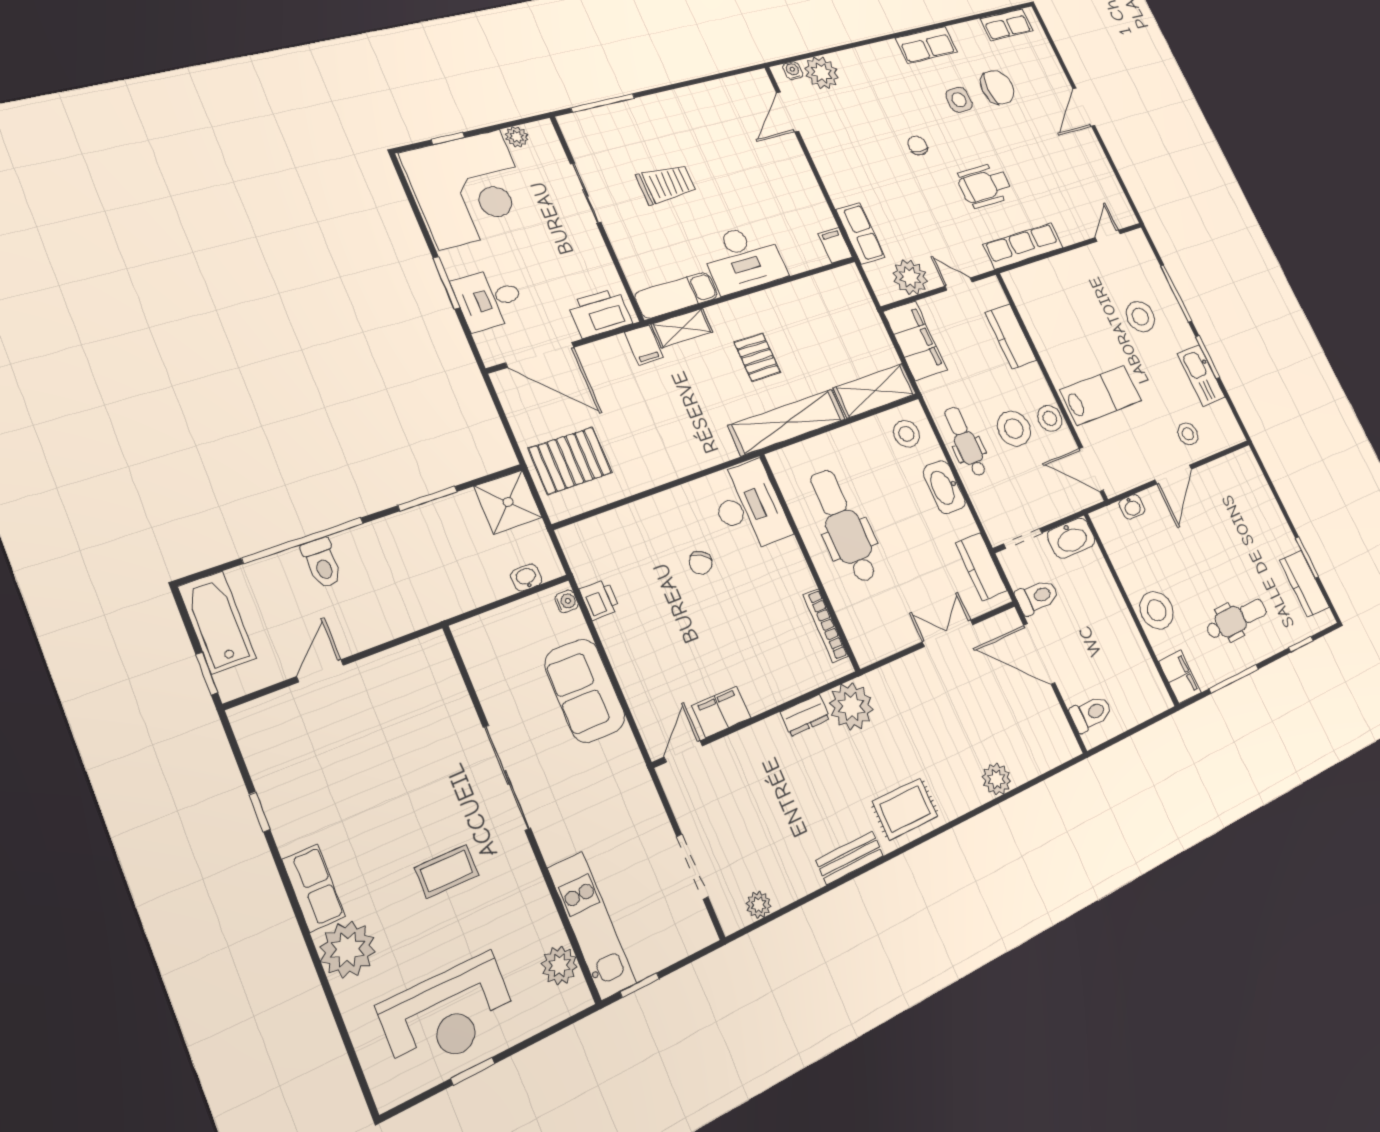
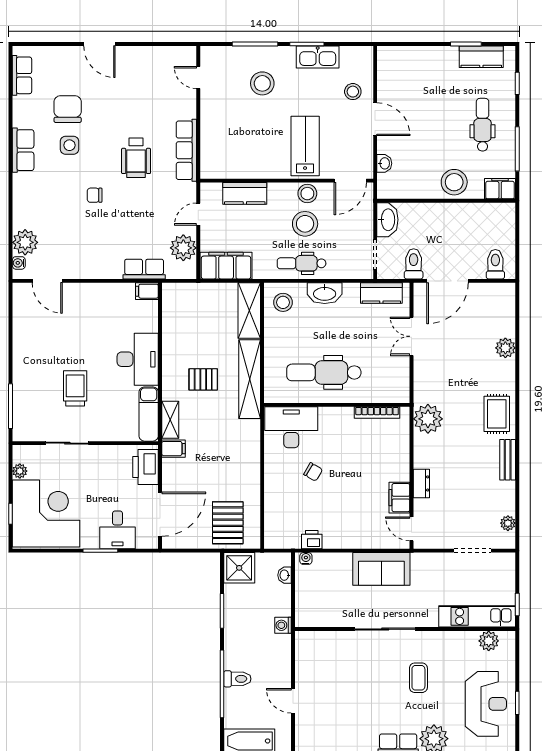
washing machine: (444, 605) -> (283, 625), added
sofa: (585, 691) -> (381, 569), moved
dresser: (805, 715) -> (421, 483), moved

